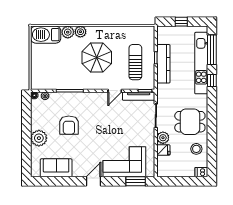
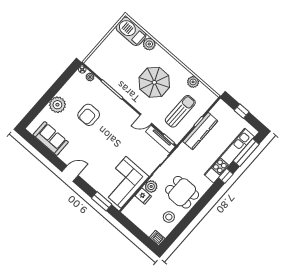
plant: (80, 32) -> (193, 82), moved
corner sofa: (124, 162) -> (124, 182), moved, turned -90

